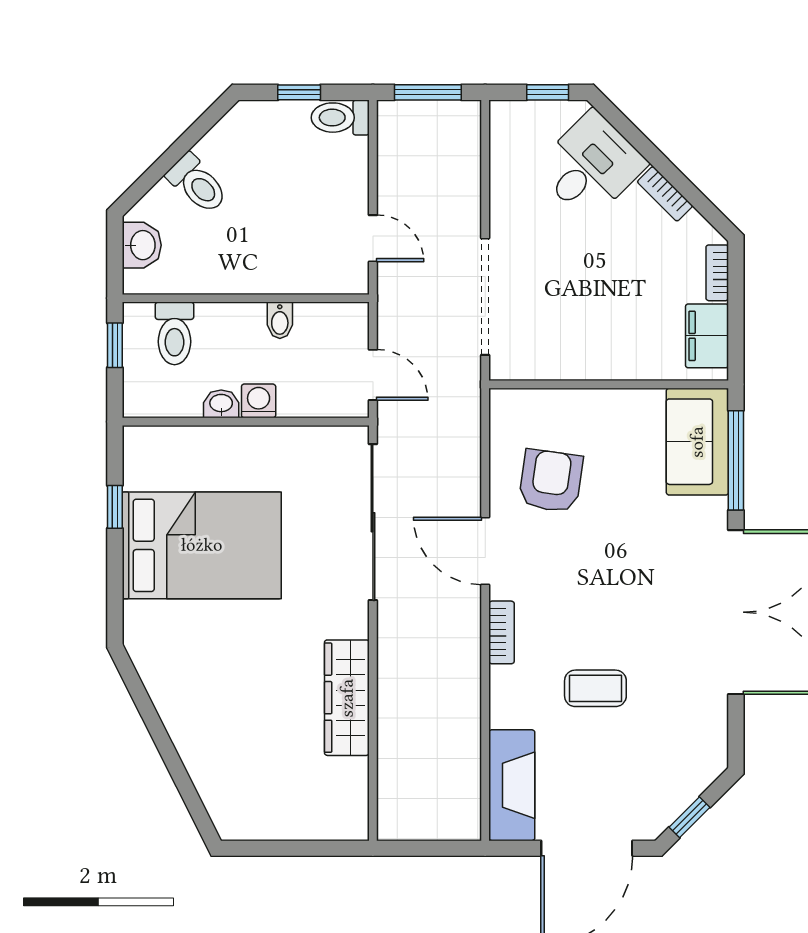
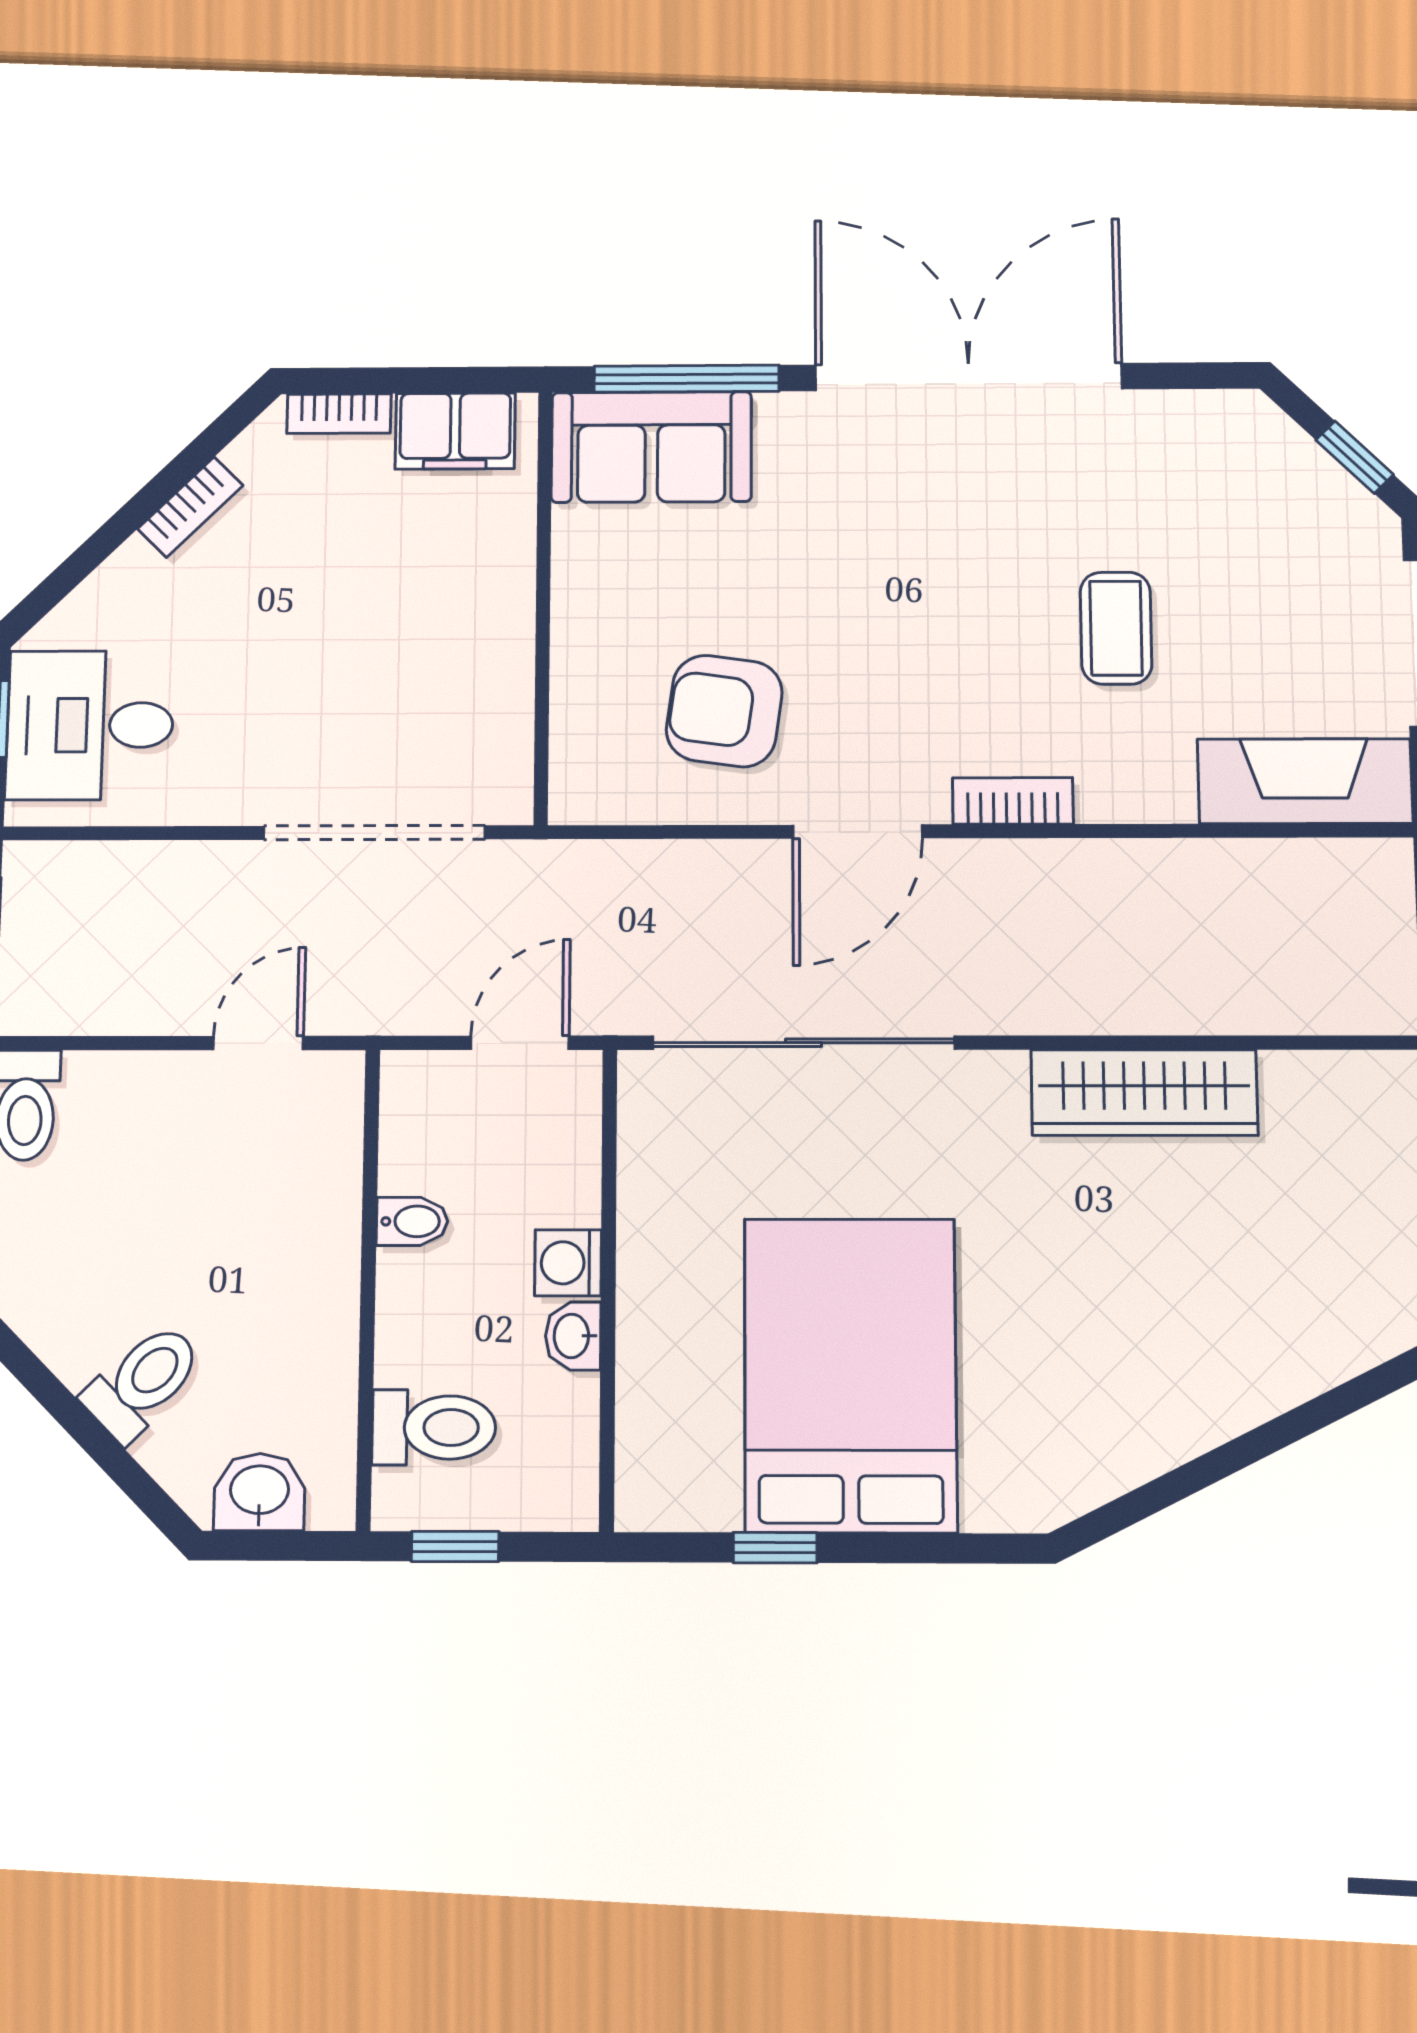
desk: (591, 166) -> (90, 725), moved, turned -45

